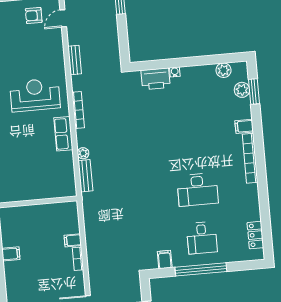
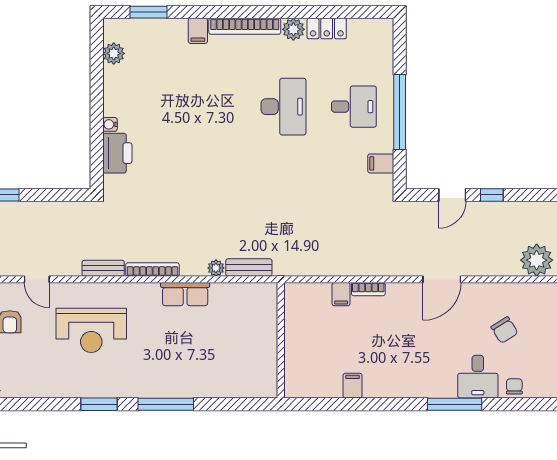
door: (63, 18) -> (37, 279), moved
bench: (75, 60) -> (103, 268), moved
plant: (242, 90) -> (293, 29), moved
reception desk: (35, 95) -> (91, 330), moved, turned -90
locker: (255, 235) -> (327, 29), moved

